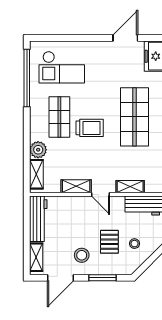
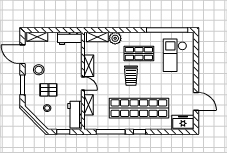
shop shelf: (135, 117) -> (139, 108), width x1.40
door: (101, 194) -> (83, 83), swing flipped
workbench: (38, 219) -> (70, 38), width x0.73

